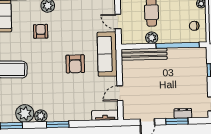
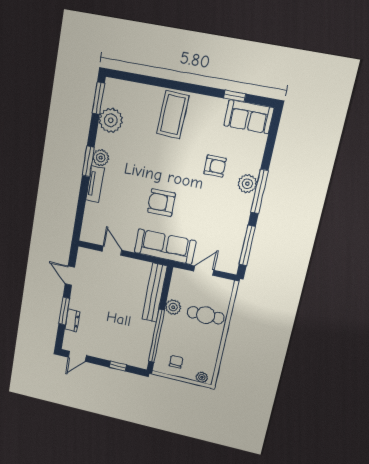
tv unit: (105, 115) -> (95, 184), moved
plant: (41, 116) -> (101, 158), moved

